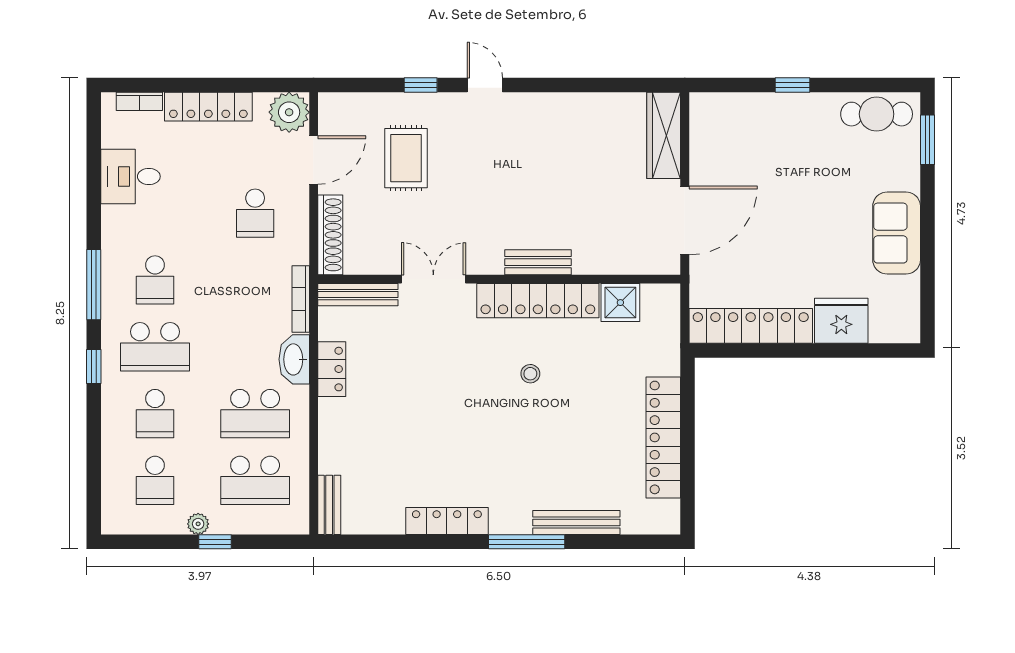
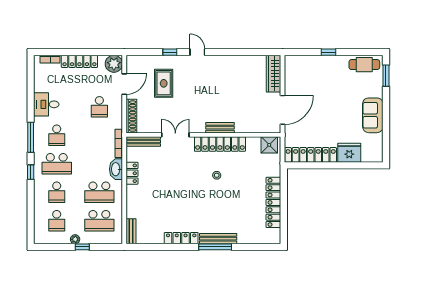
desk: (130, 176) -> (46, 104), moved
shower: (620, 303) -> (269, 145), moved
bench: (576, 522) -> (218, 239), moved

